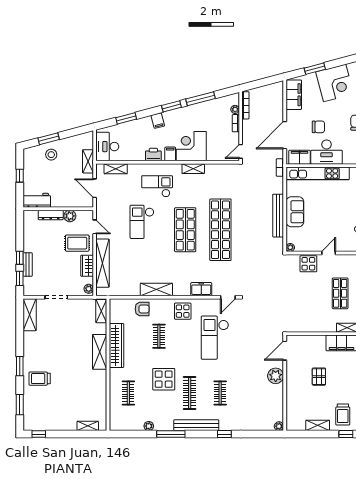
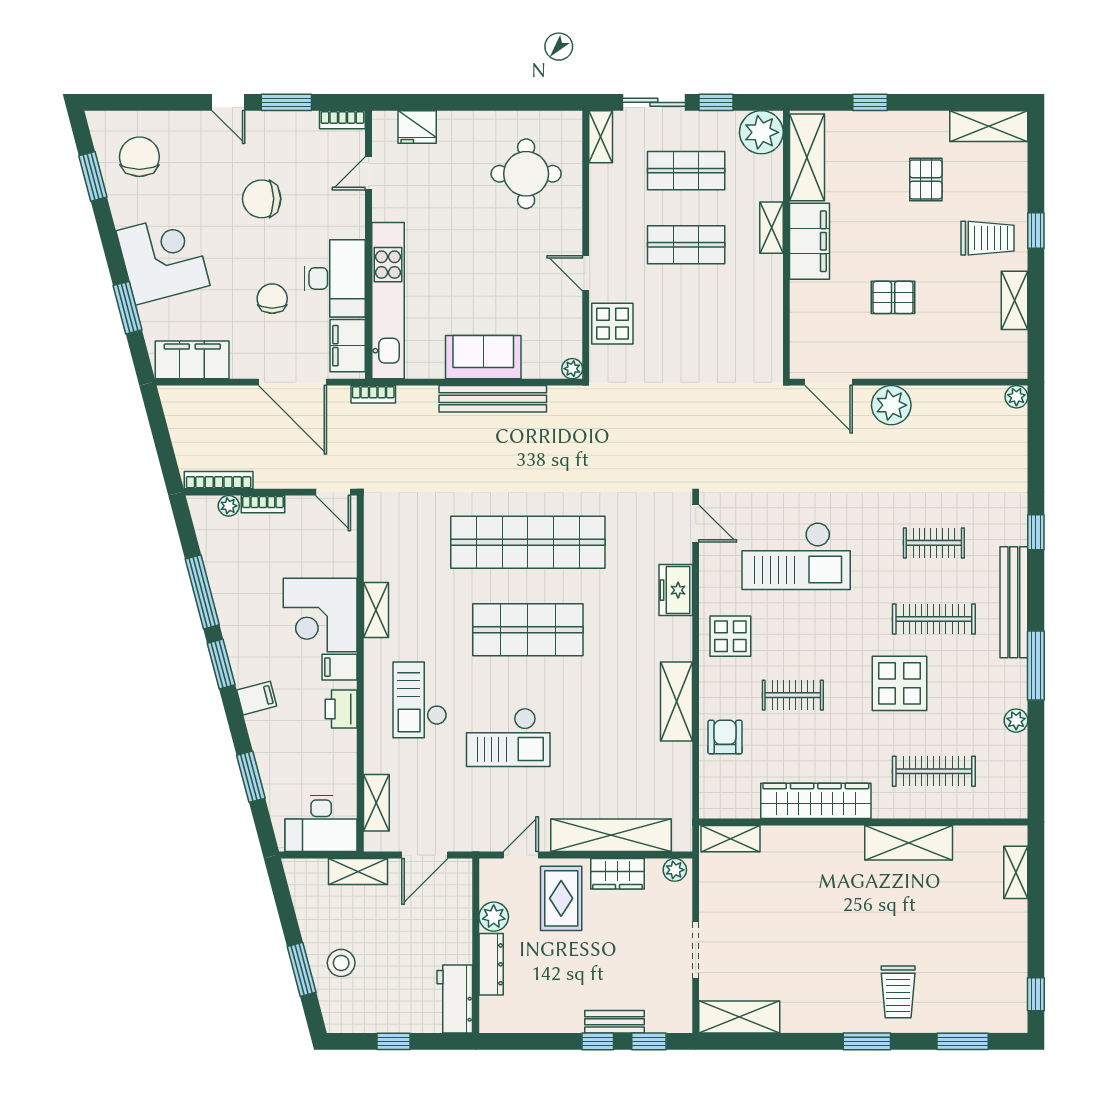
shelving: (100, 352) -> (909, 843), moved
clothes rail: (128, 393) -> (934, 771), width x1.36

